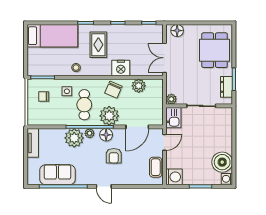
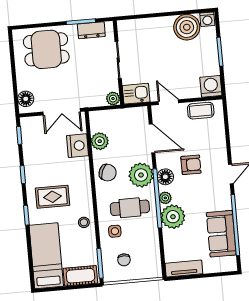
cot: (34, 61) -> (80, 276), added
nightstand: (121, 68) -> (78, 146), moved

